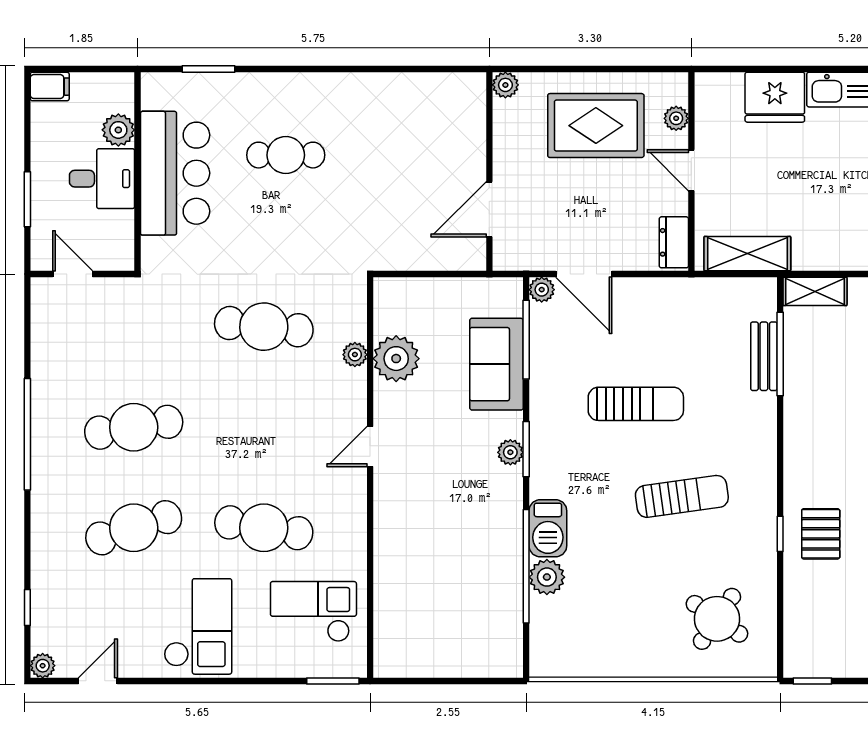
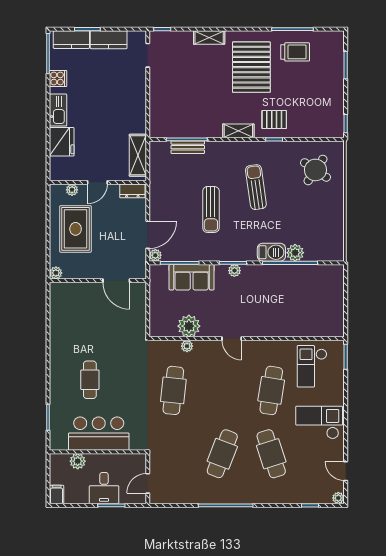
desk: (102, 179) -> (104, 488), moved, turned 180
shelving: (815, 291) -> (238, 131), moved, turned 90
sun lounger: (636, 404) -> (211, 209), turned 180
cafe table: (134, 427) -> (222, 454), turned 30

